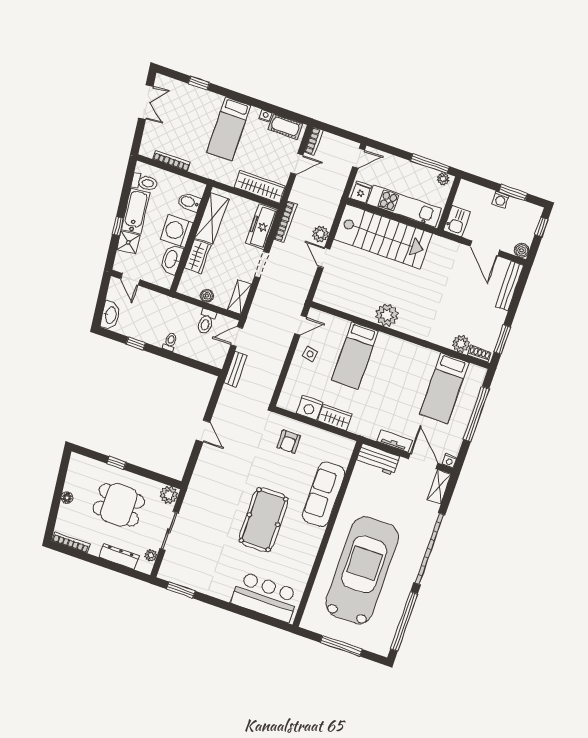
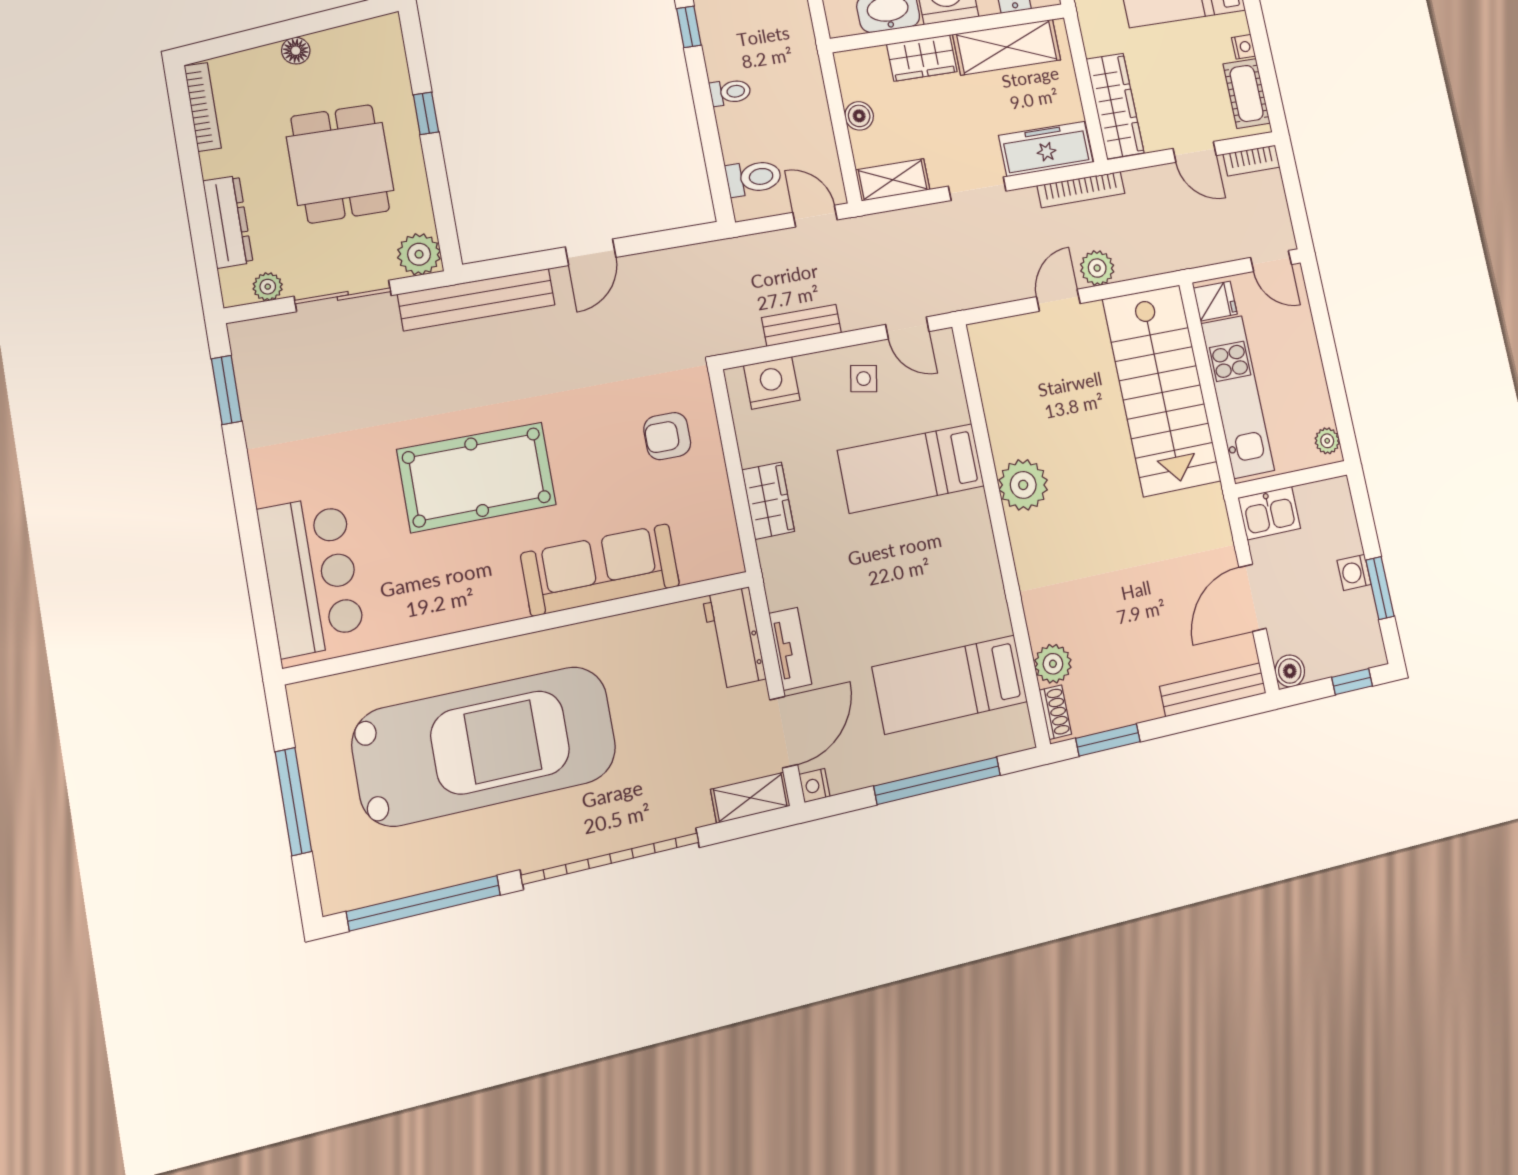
window: (430, 164) -> (1339, 400), removed
toilet: (206, 322) -> (754, 178), moved, turned 180
bench: (236, 369) -> (801, 325), moved
nightstand: (309, 408) -> (772, 383), moved, turned 90
bench: (197, 483) -> (477, 299), added

